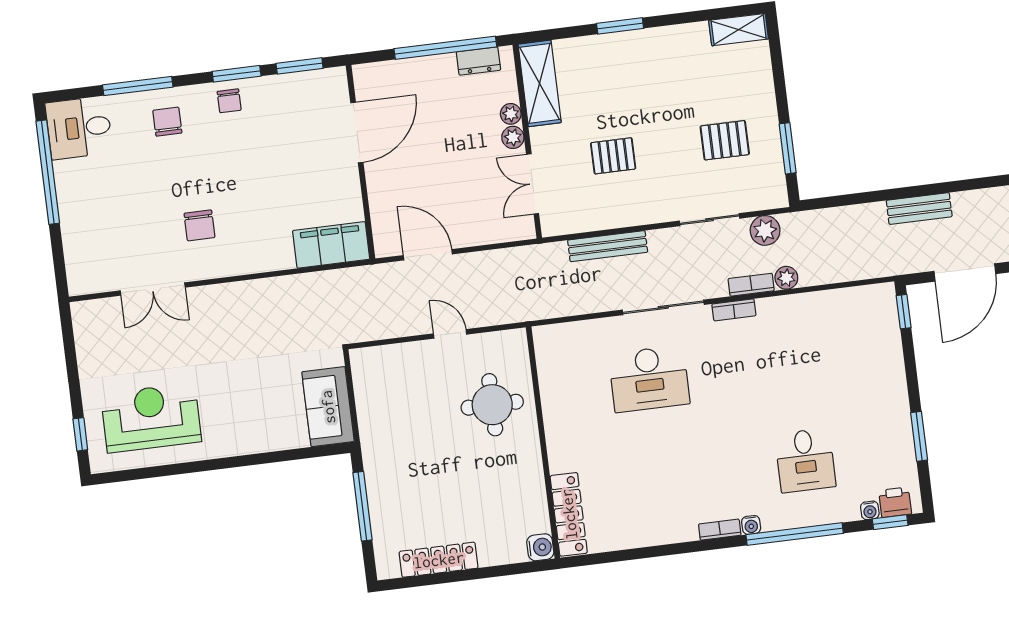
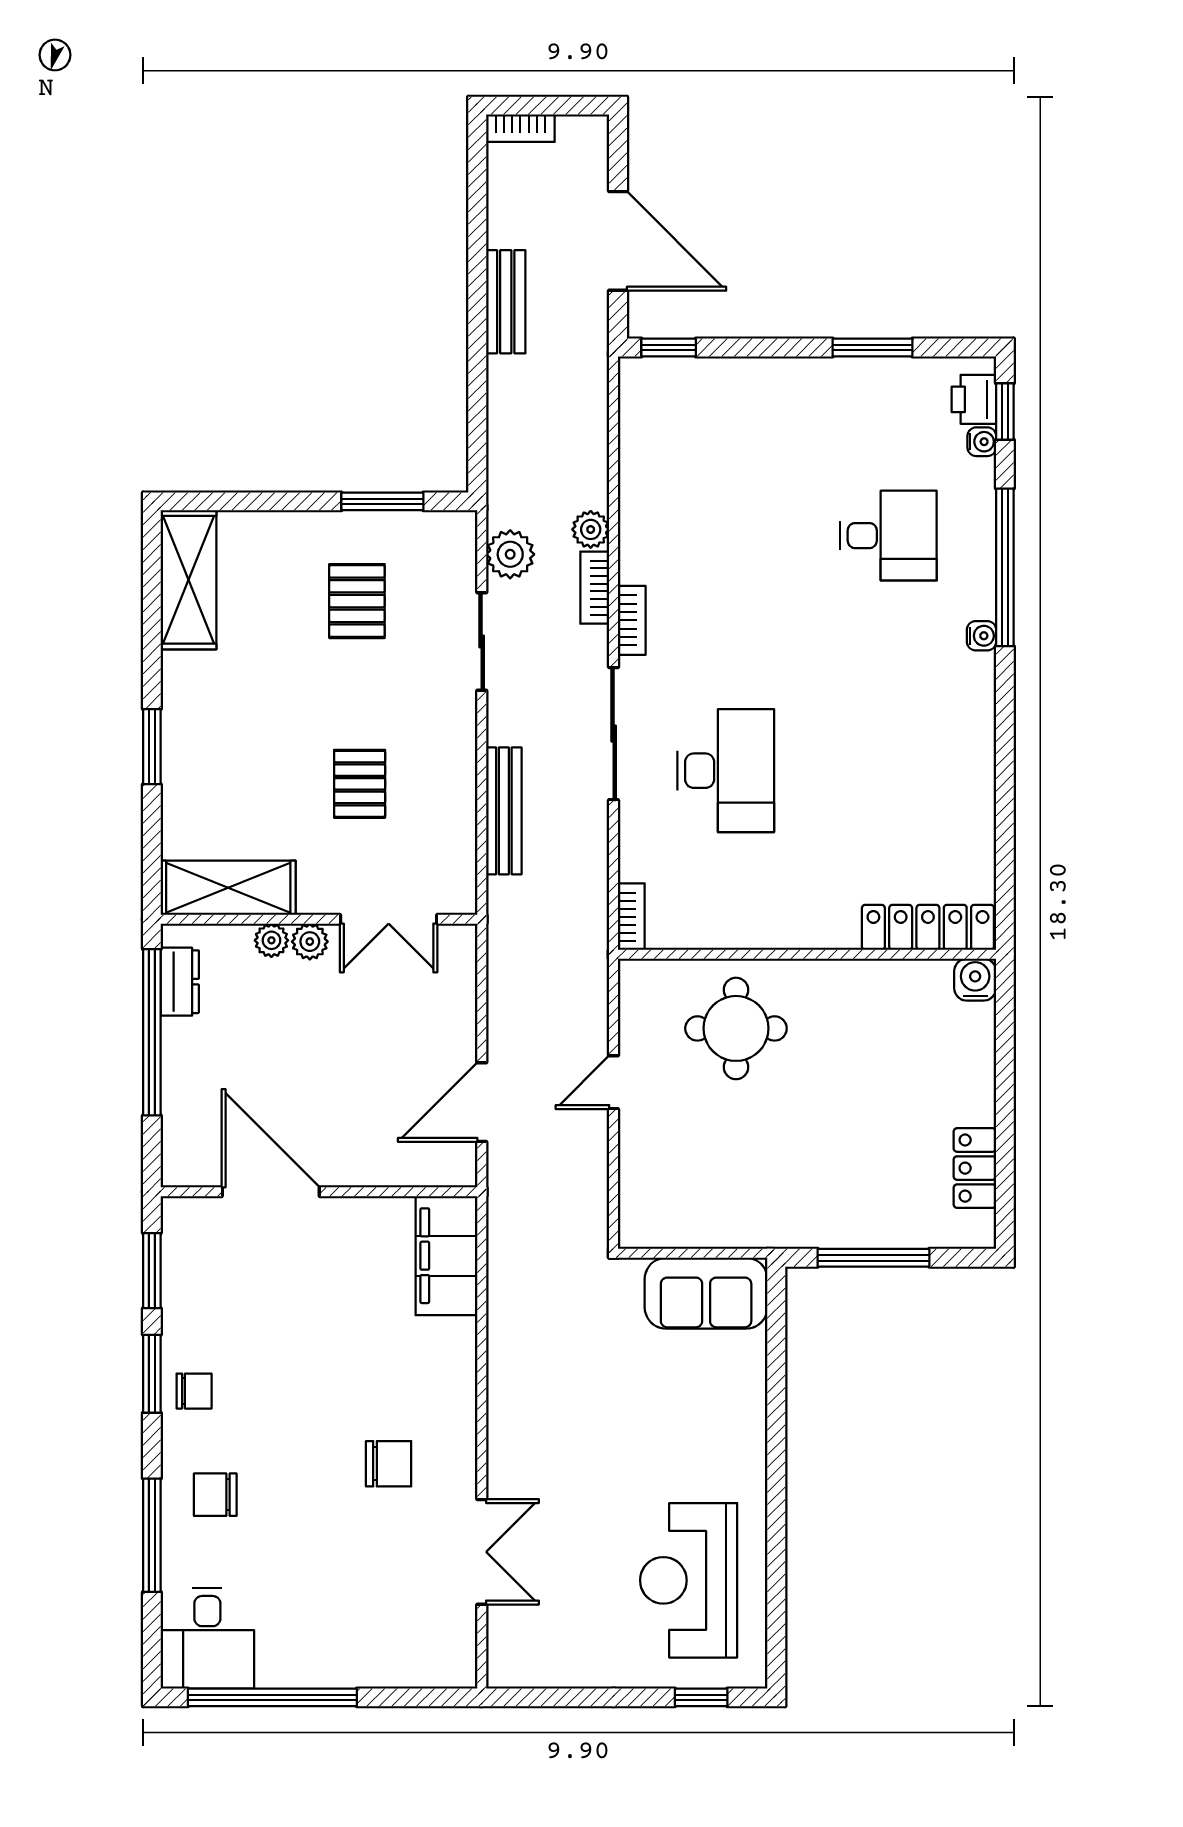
shelving: (739, 30) -> (188, 580), width x1.50, depth x1.33
bookcase: (720, 530) -> (631, 917), moved, turned 180
locker: (439, 560) -> (975, 1168), width x0.66

